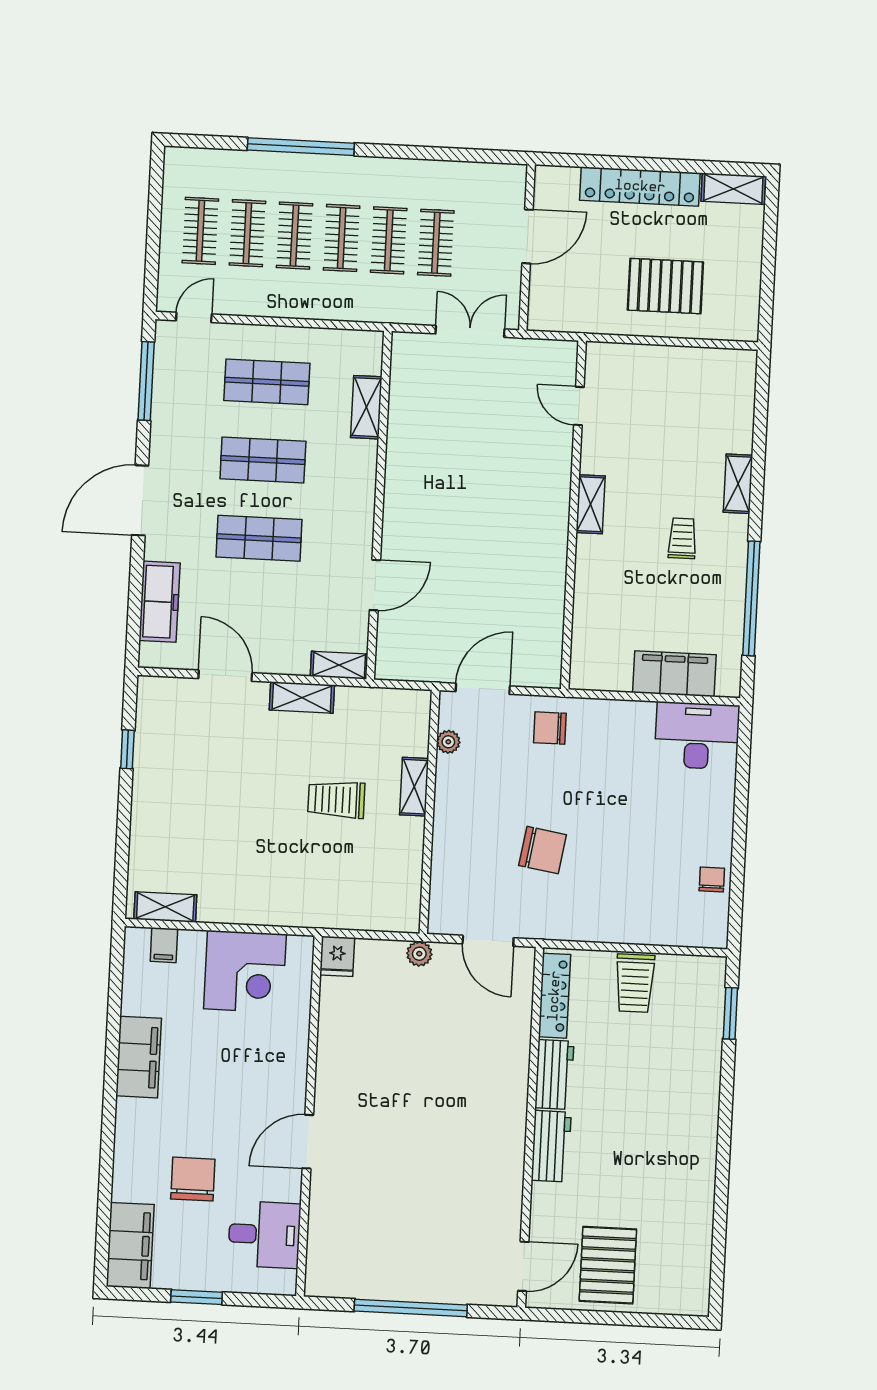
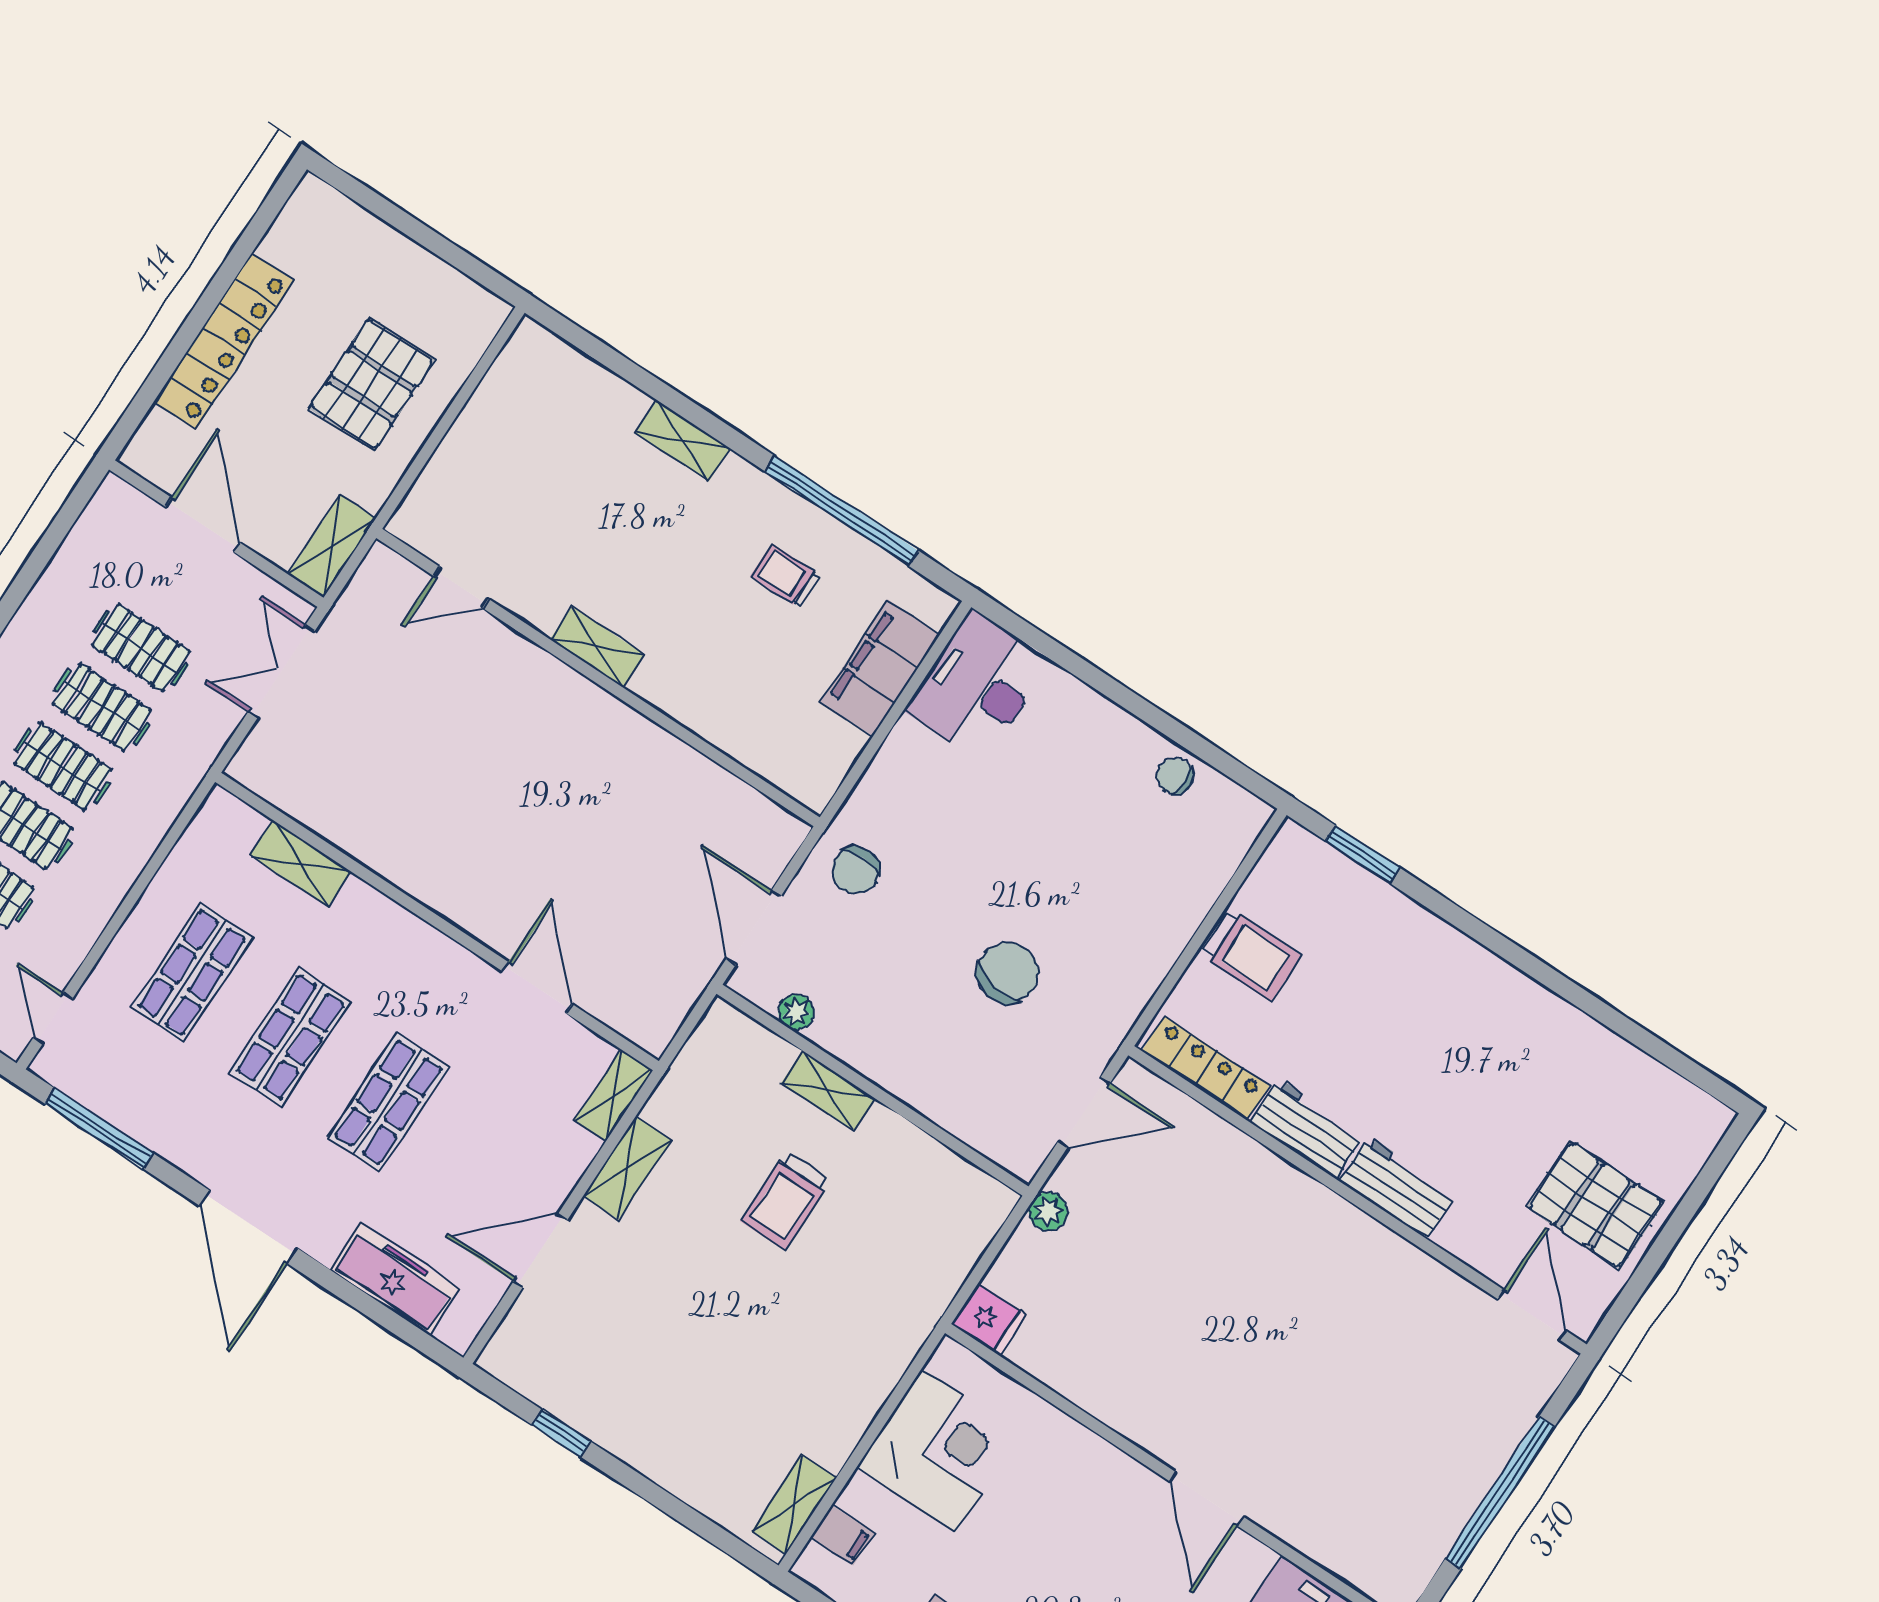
shelving: (733, 189) -> (332, 546), moved
trolley: (682, 538) -> (786, 576), moved

